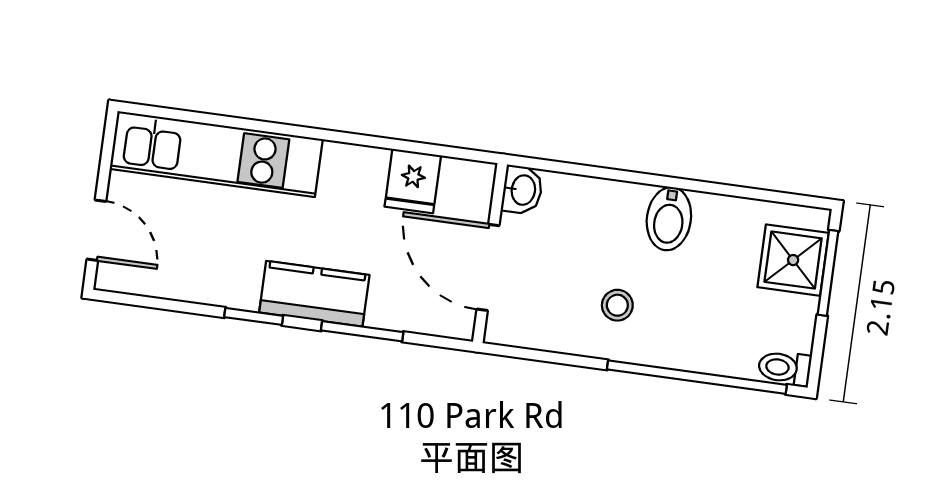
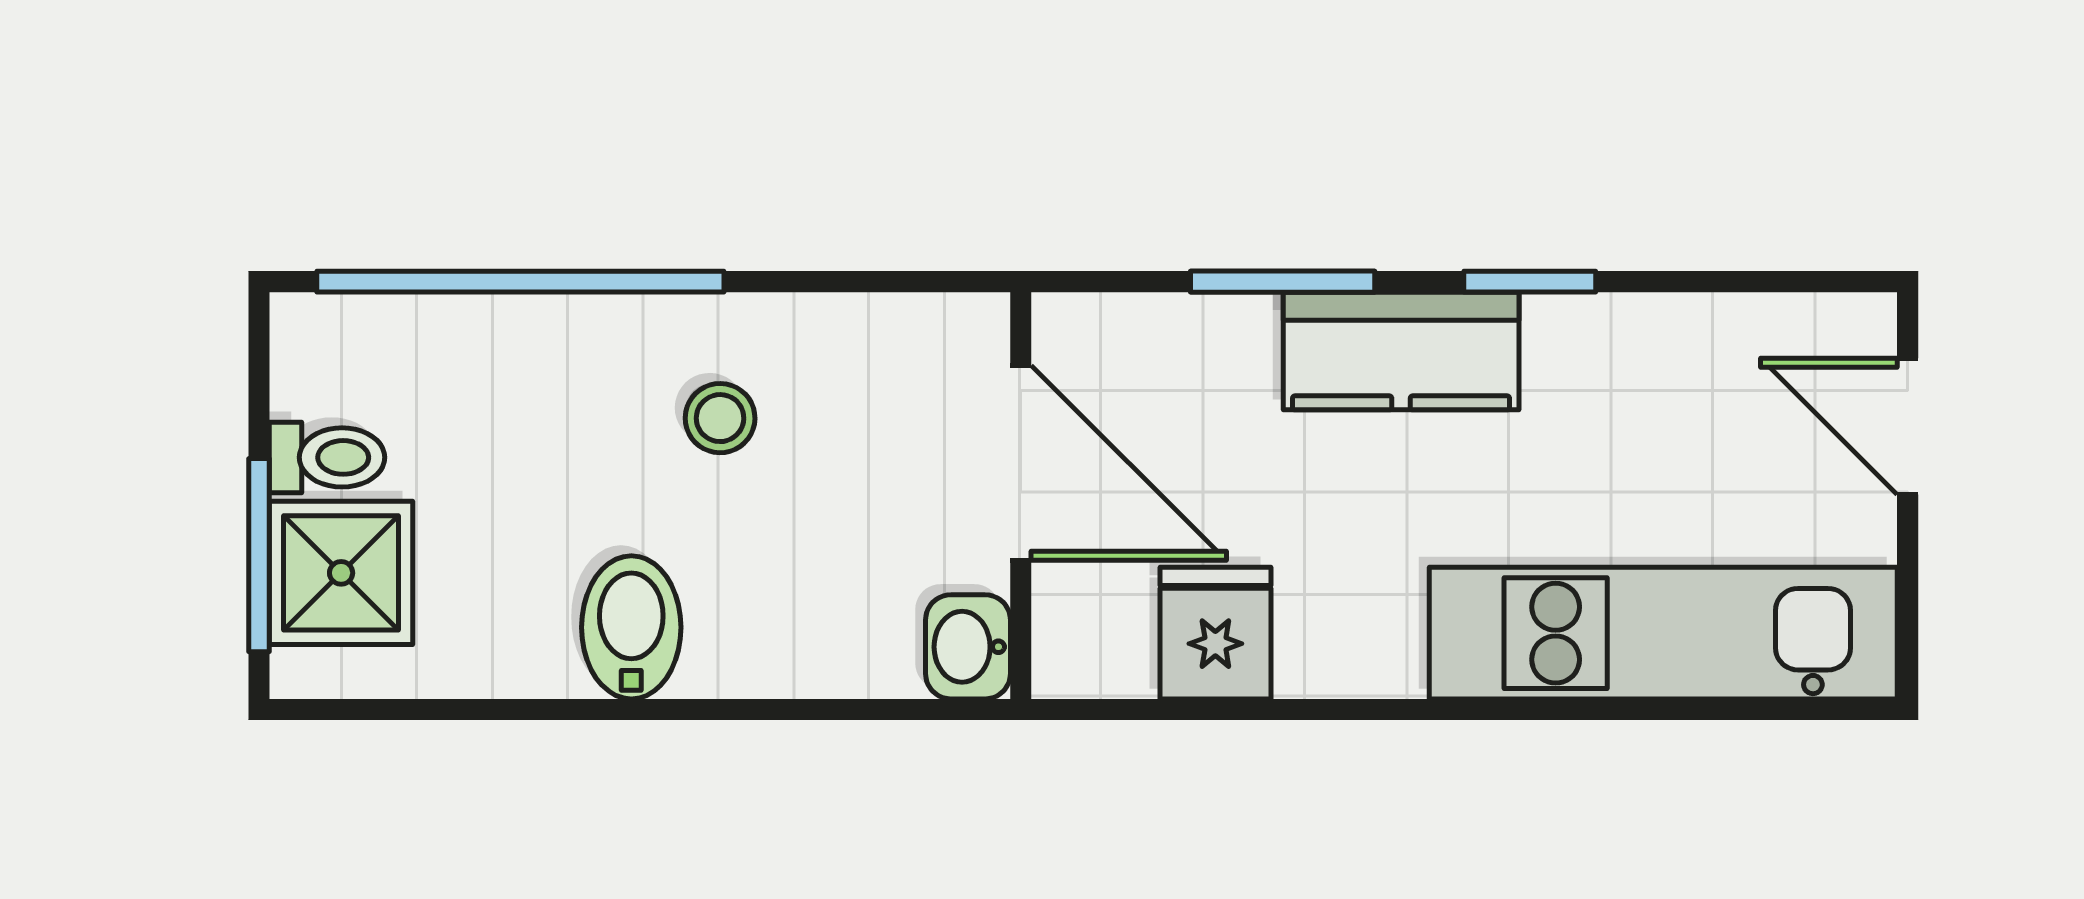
toilet: (785, 368) -> (327, 457), moved

